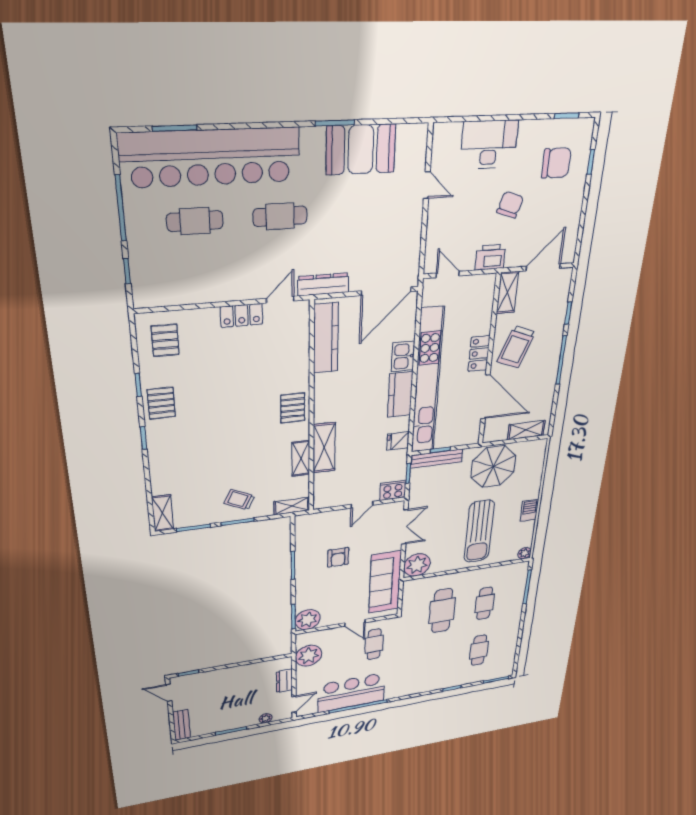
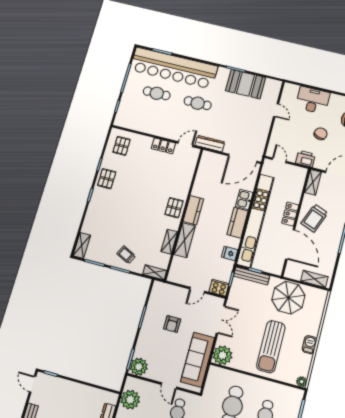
kitchen counter: (326, 338) -> (193, 210), moved, width x0.67

